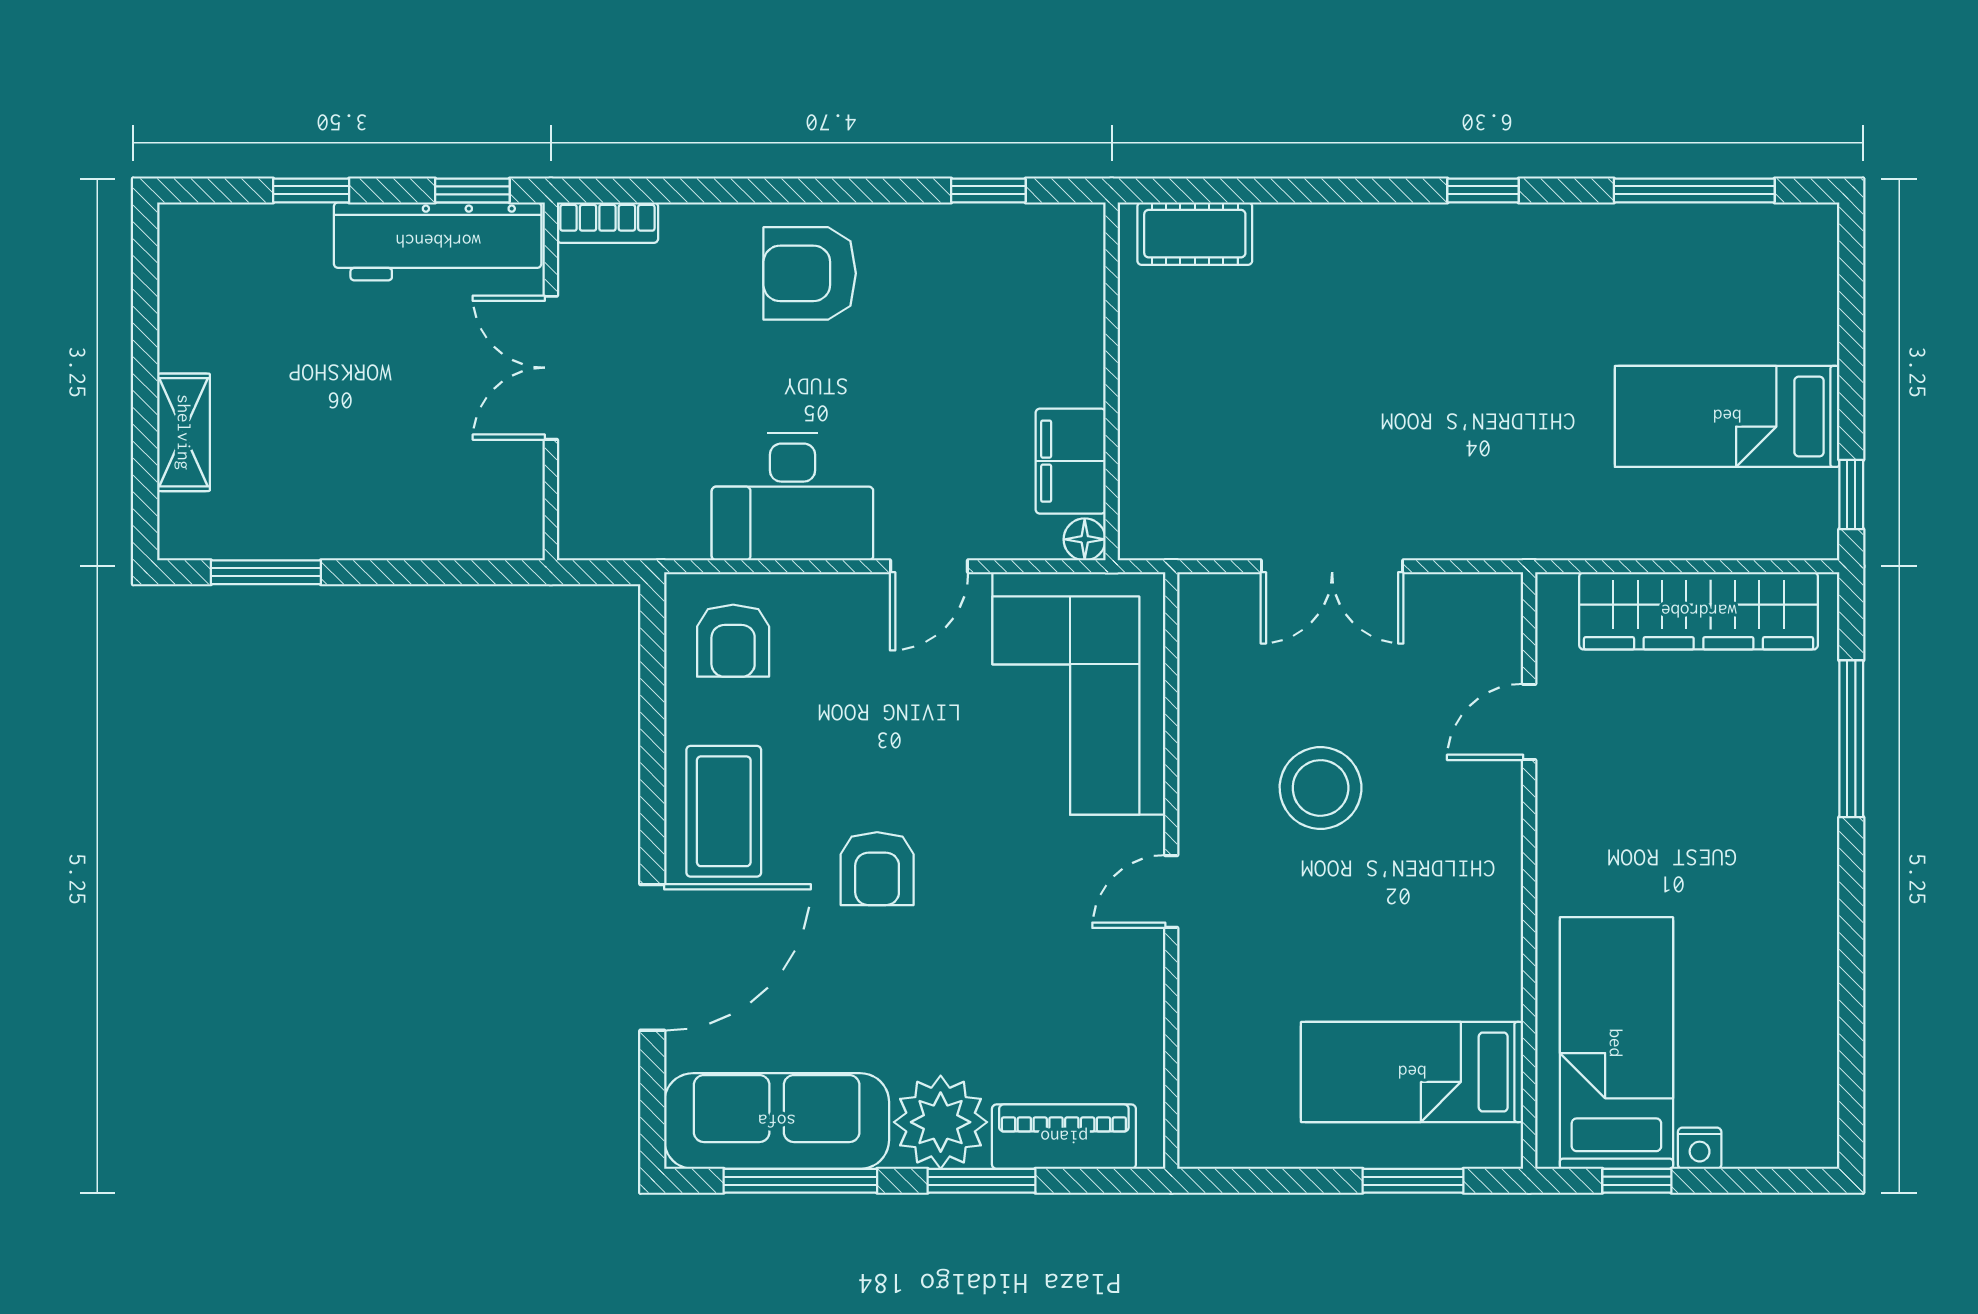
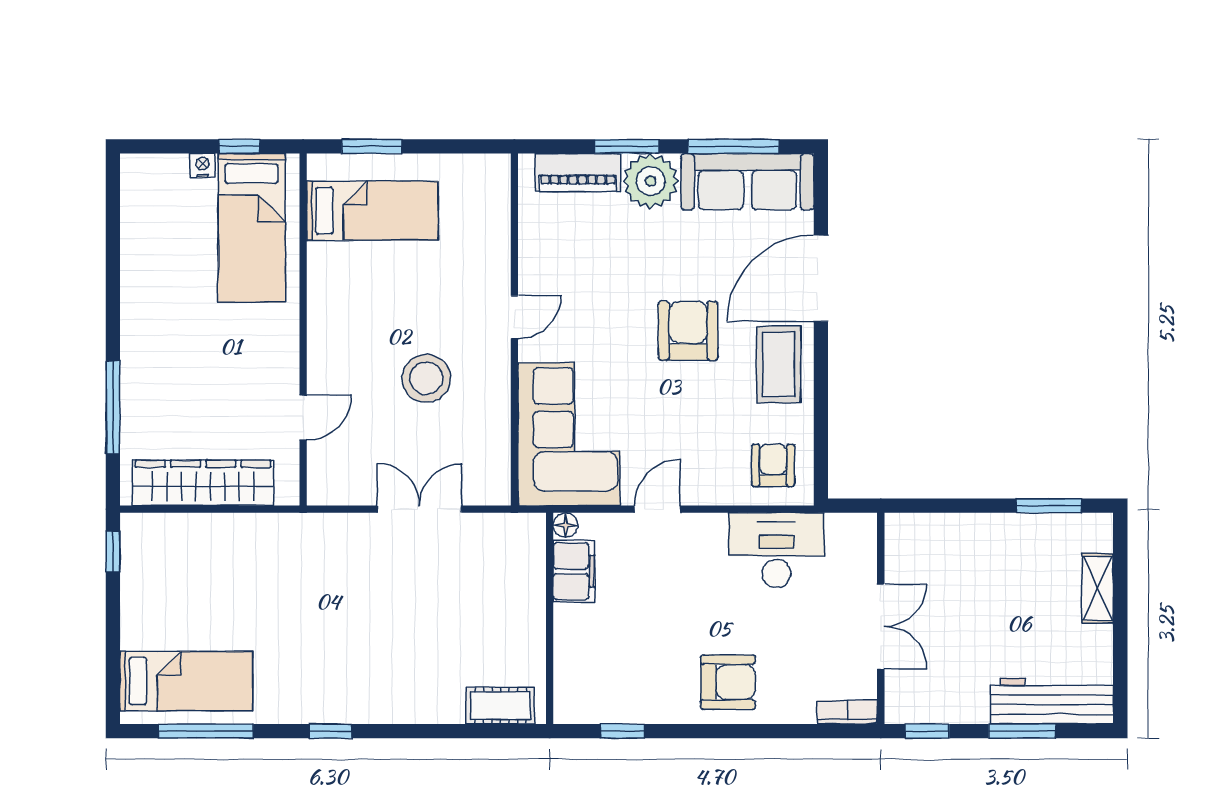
window: (311, 190) -> (1022, 731), width x1.50
workbench: (438, 241) -> (1052, 701), moved
bed: (1727, 416) -> (186, 681), moved
desk: (792, 497) -> (776, 550), moved
armchair: (877, 869) -> (688, 331), width x1.38, depth x1.38

